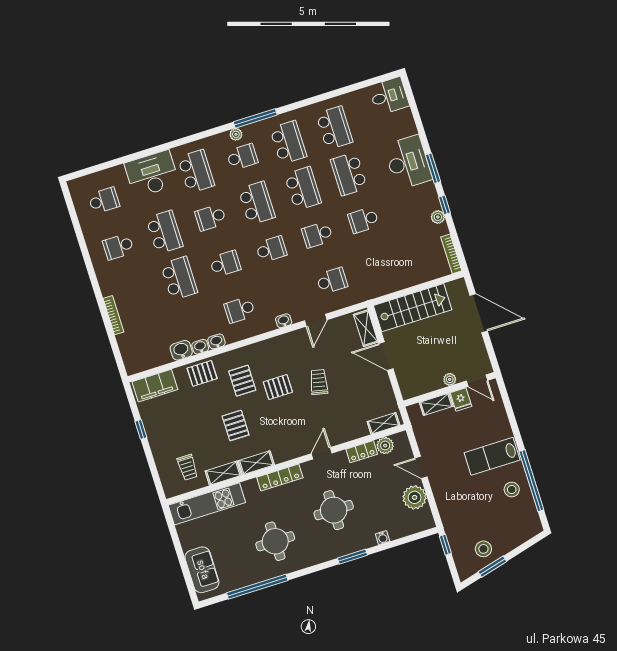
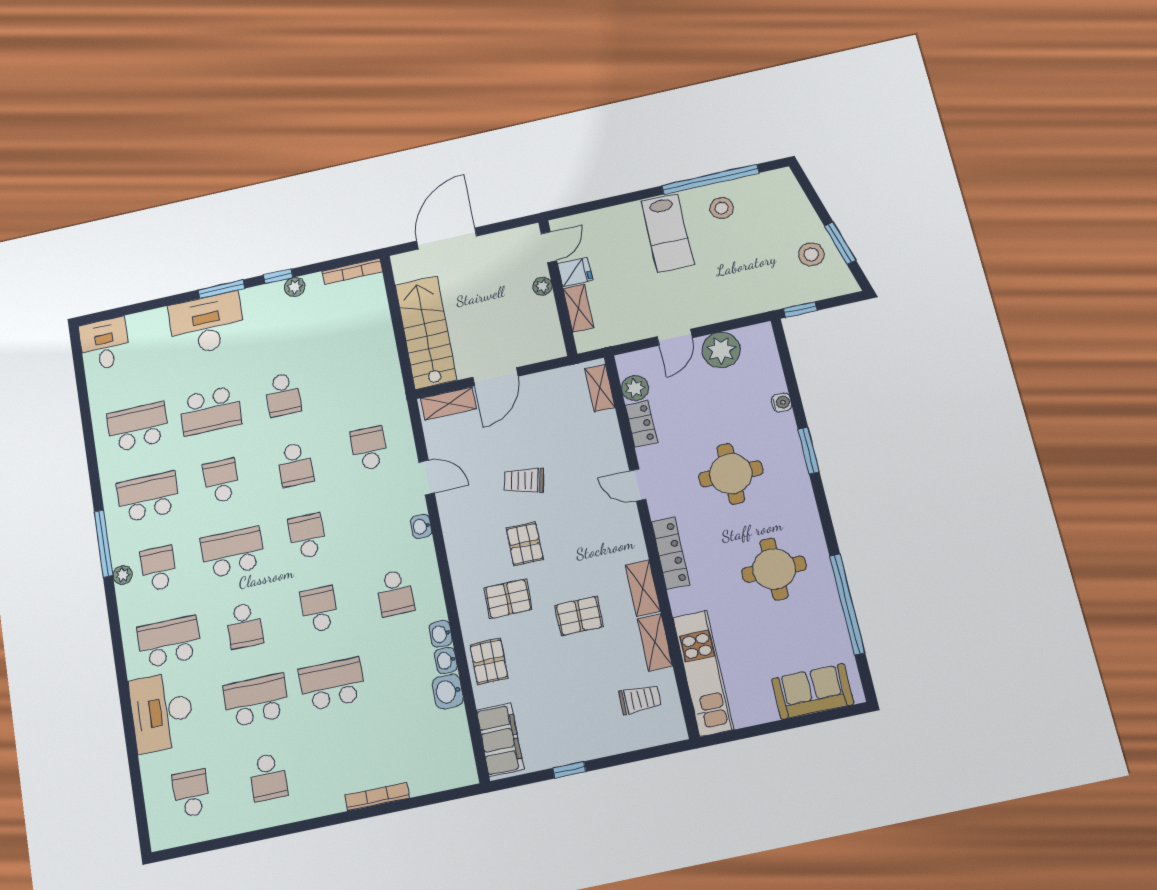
school desk: (303, 189) -> (221, 481), width x0.54

